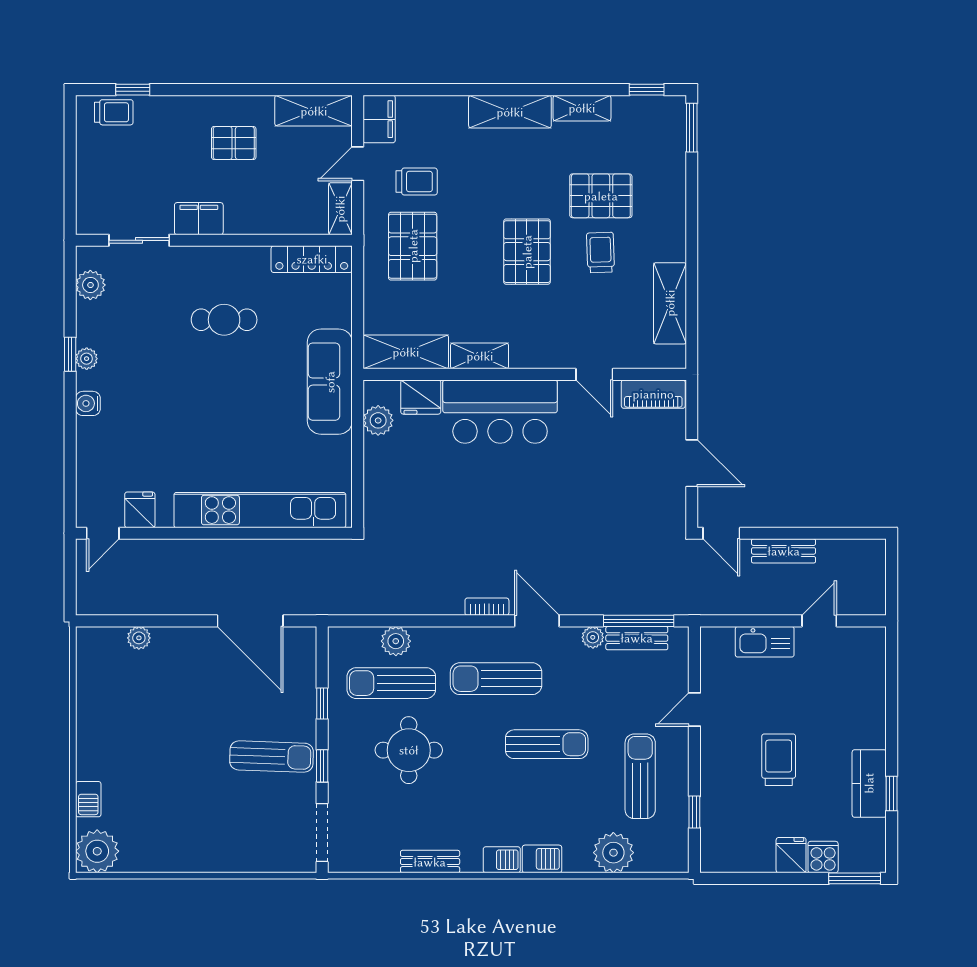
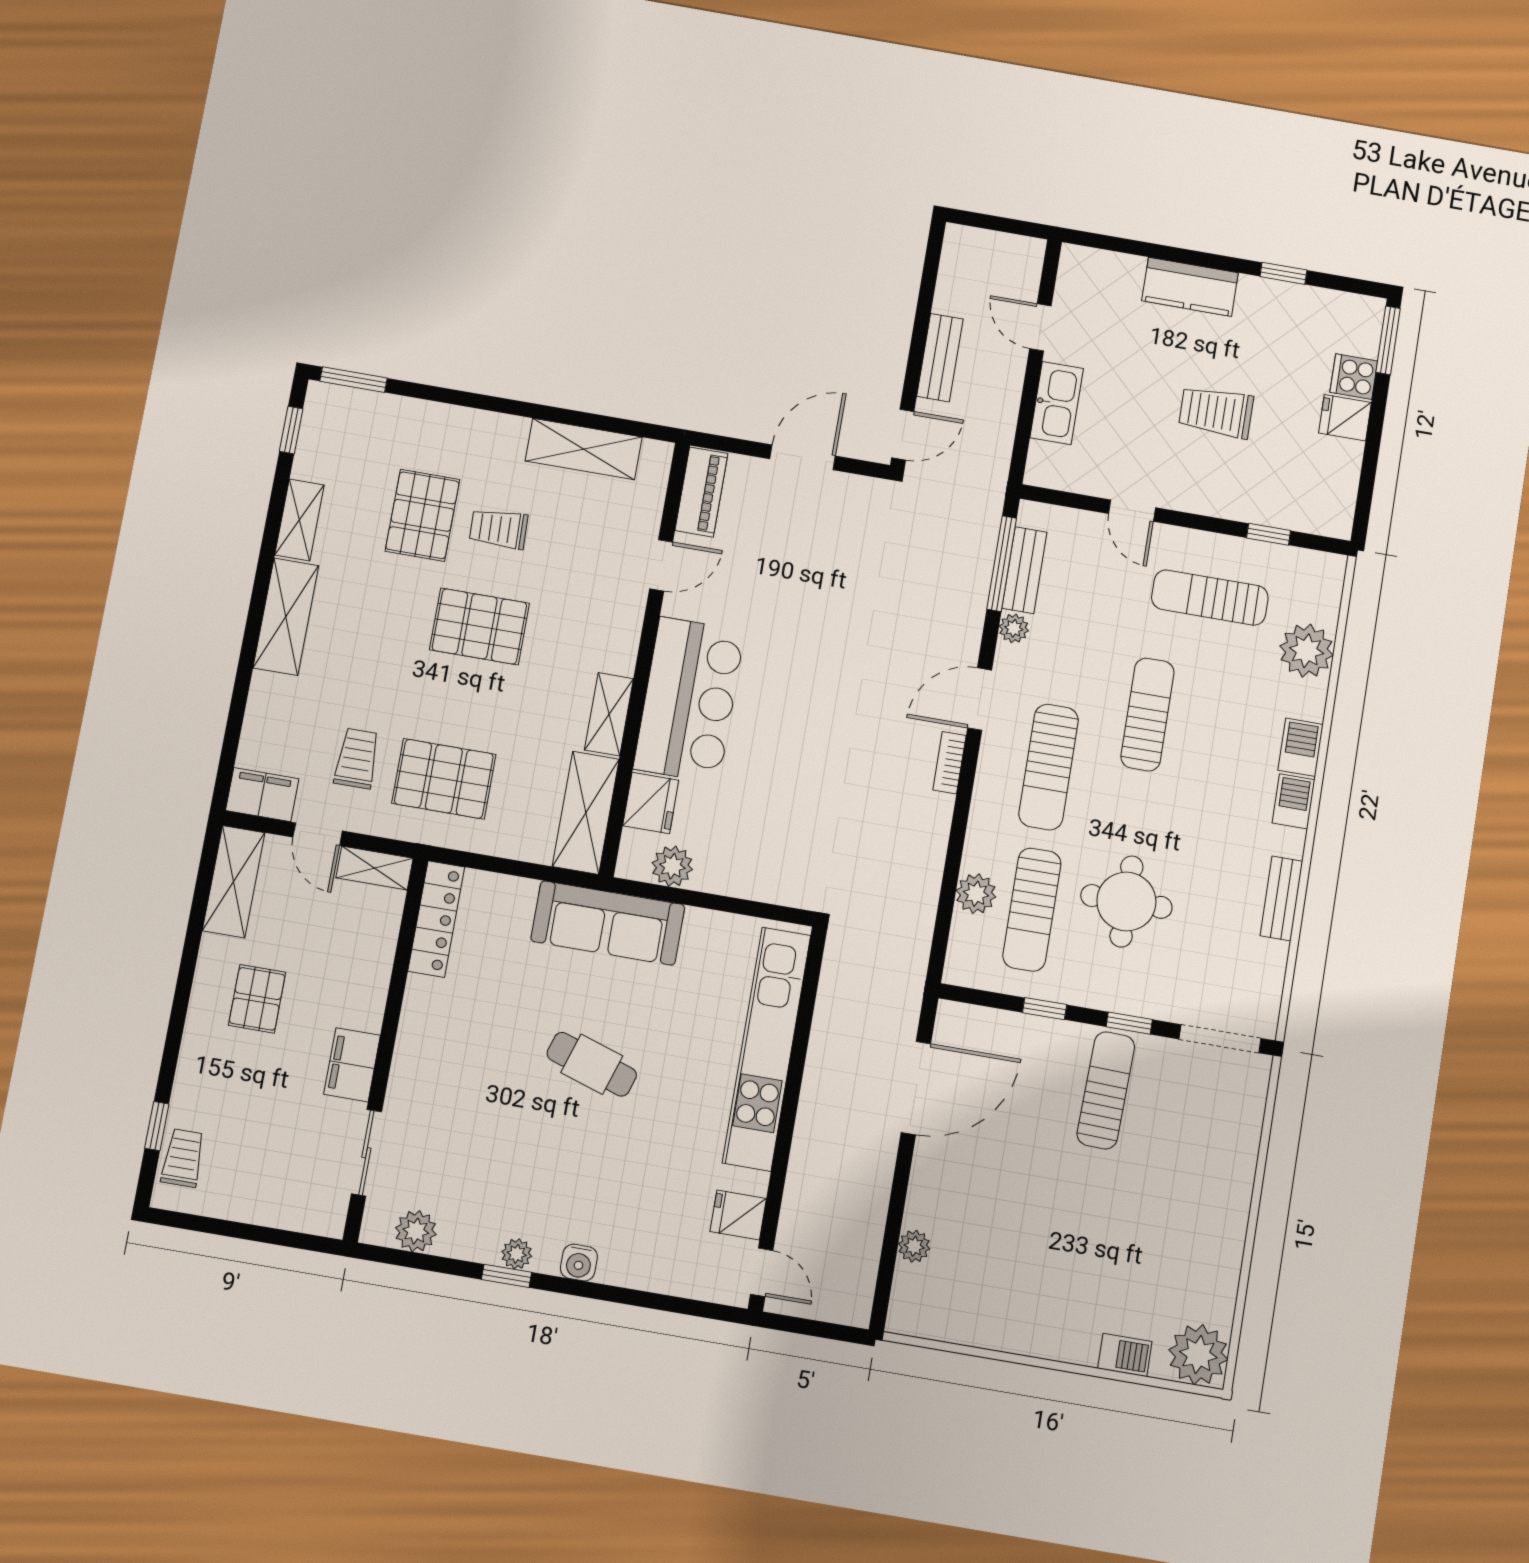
cafe table: (224, 320) -> (592, 1064), moved, turned -72
kitchen counter: (869, 783) -> (1190, 287), moved

